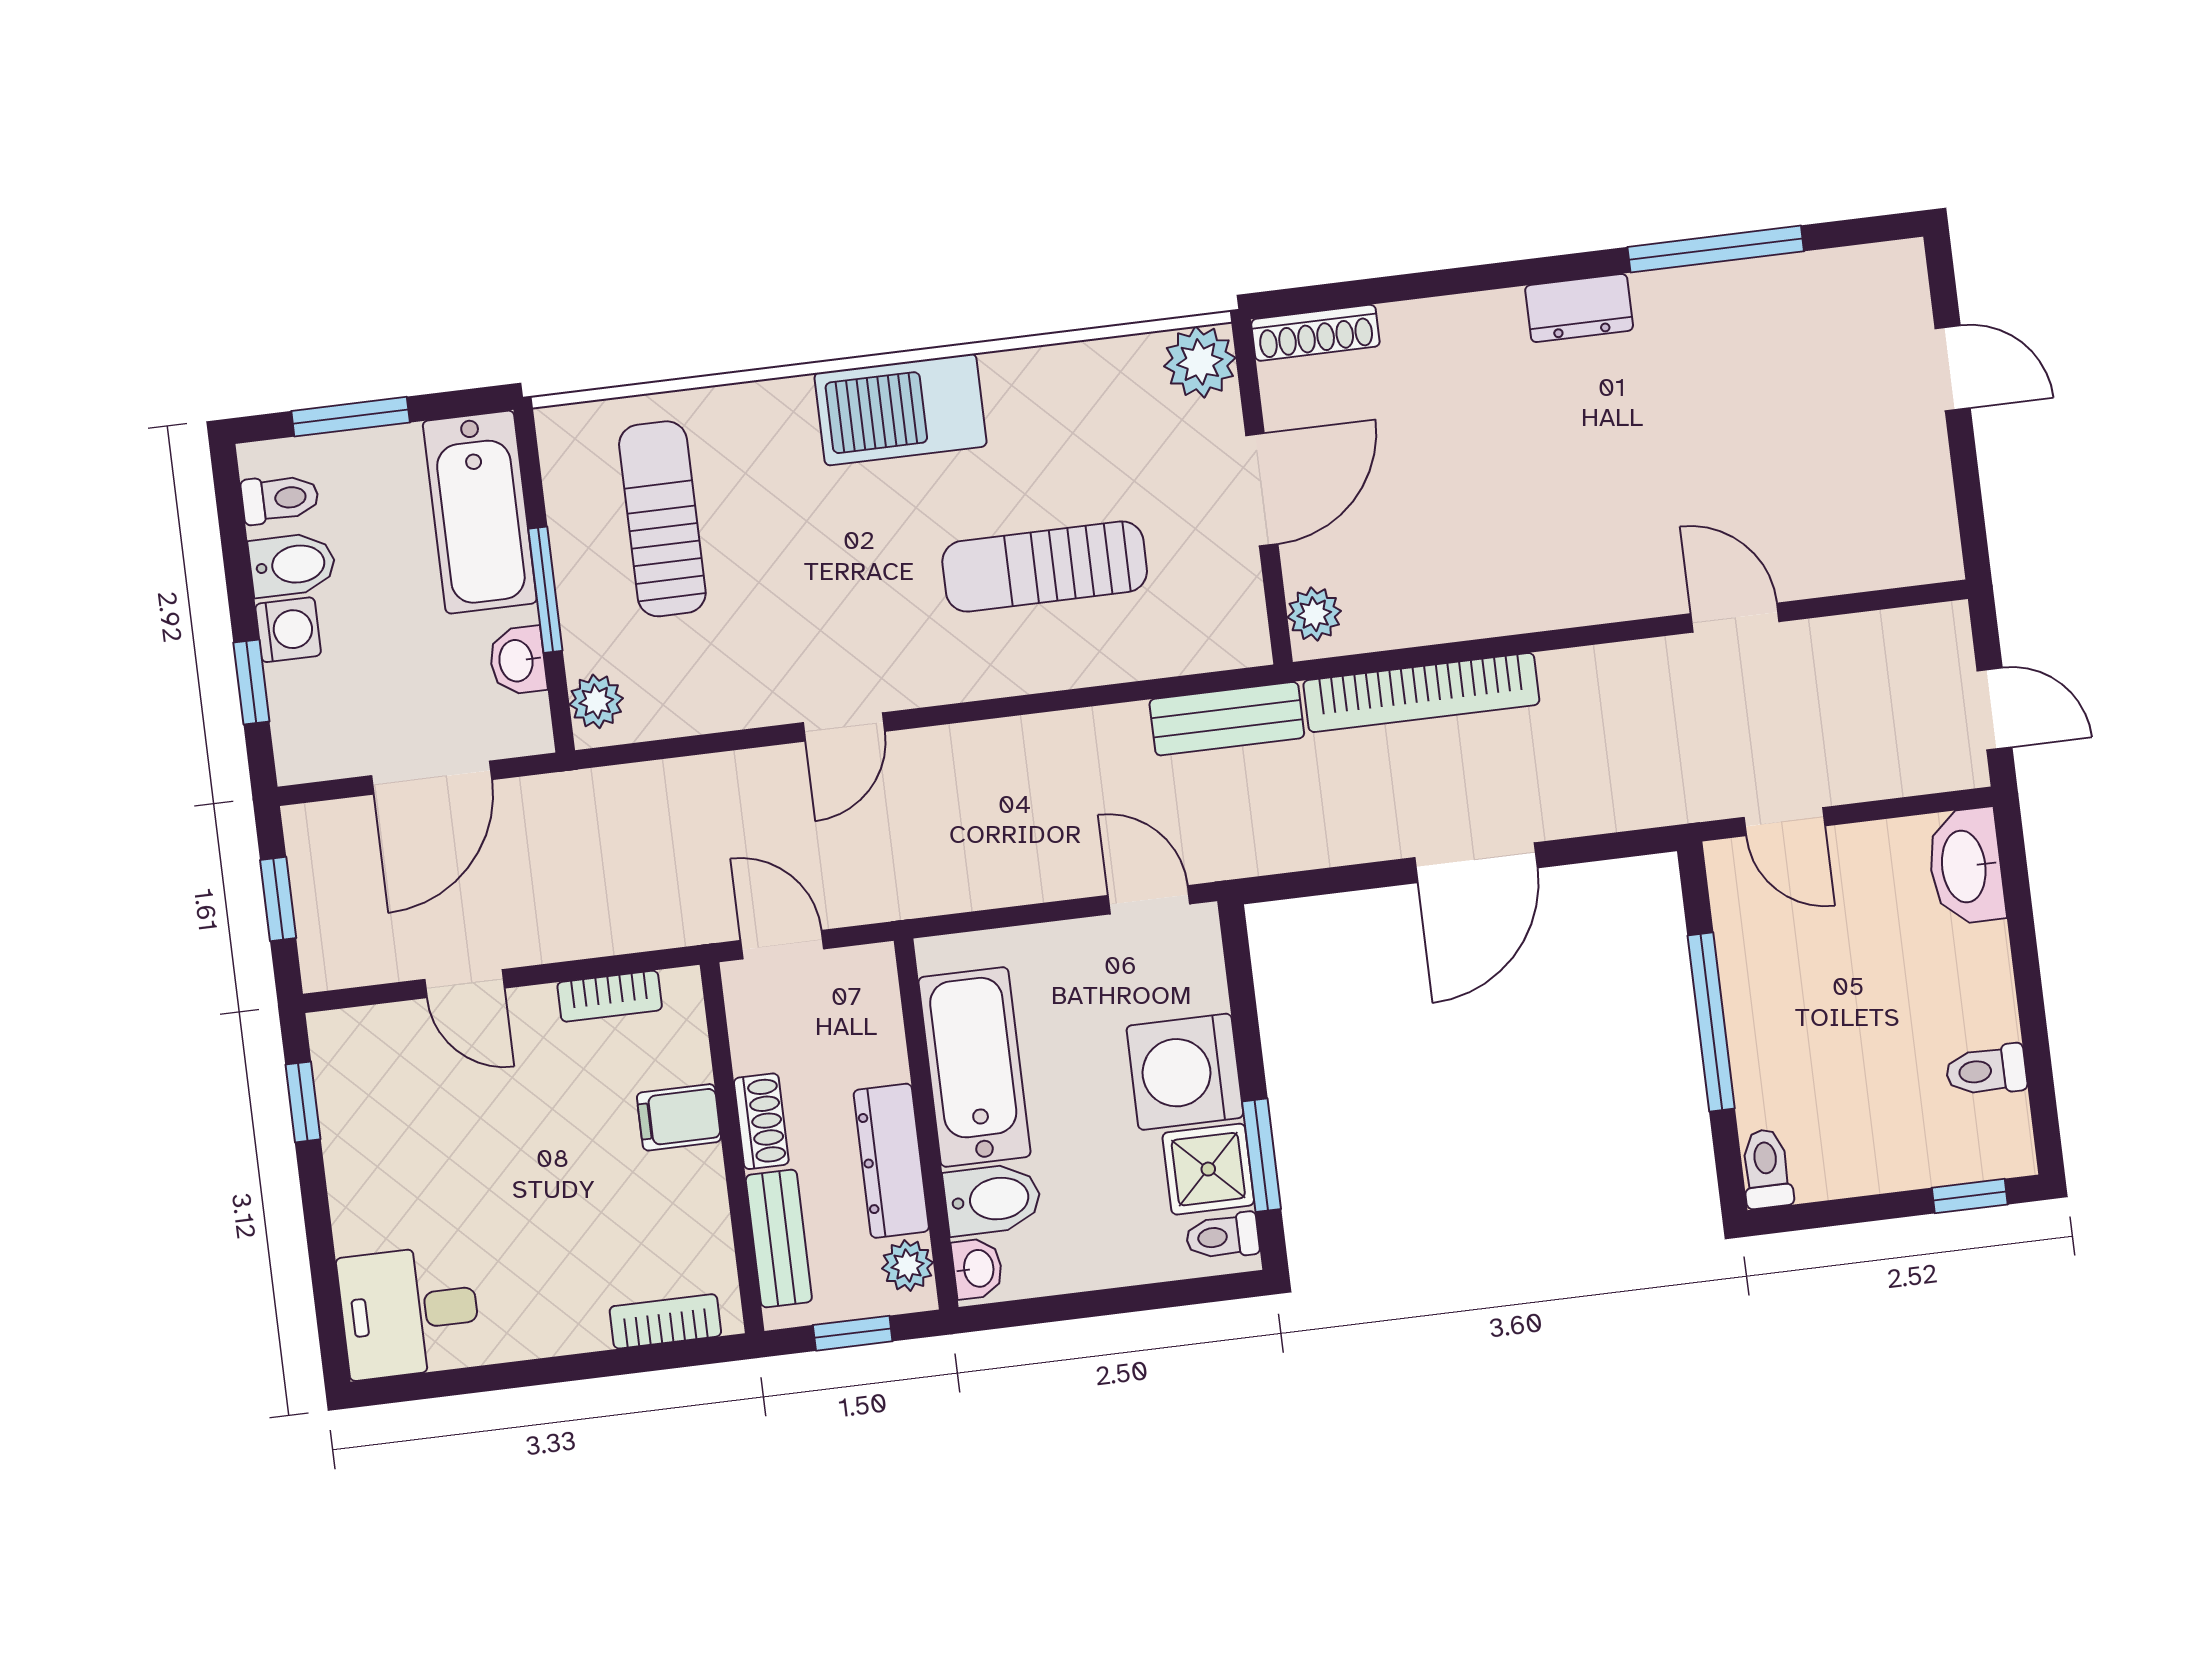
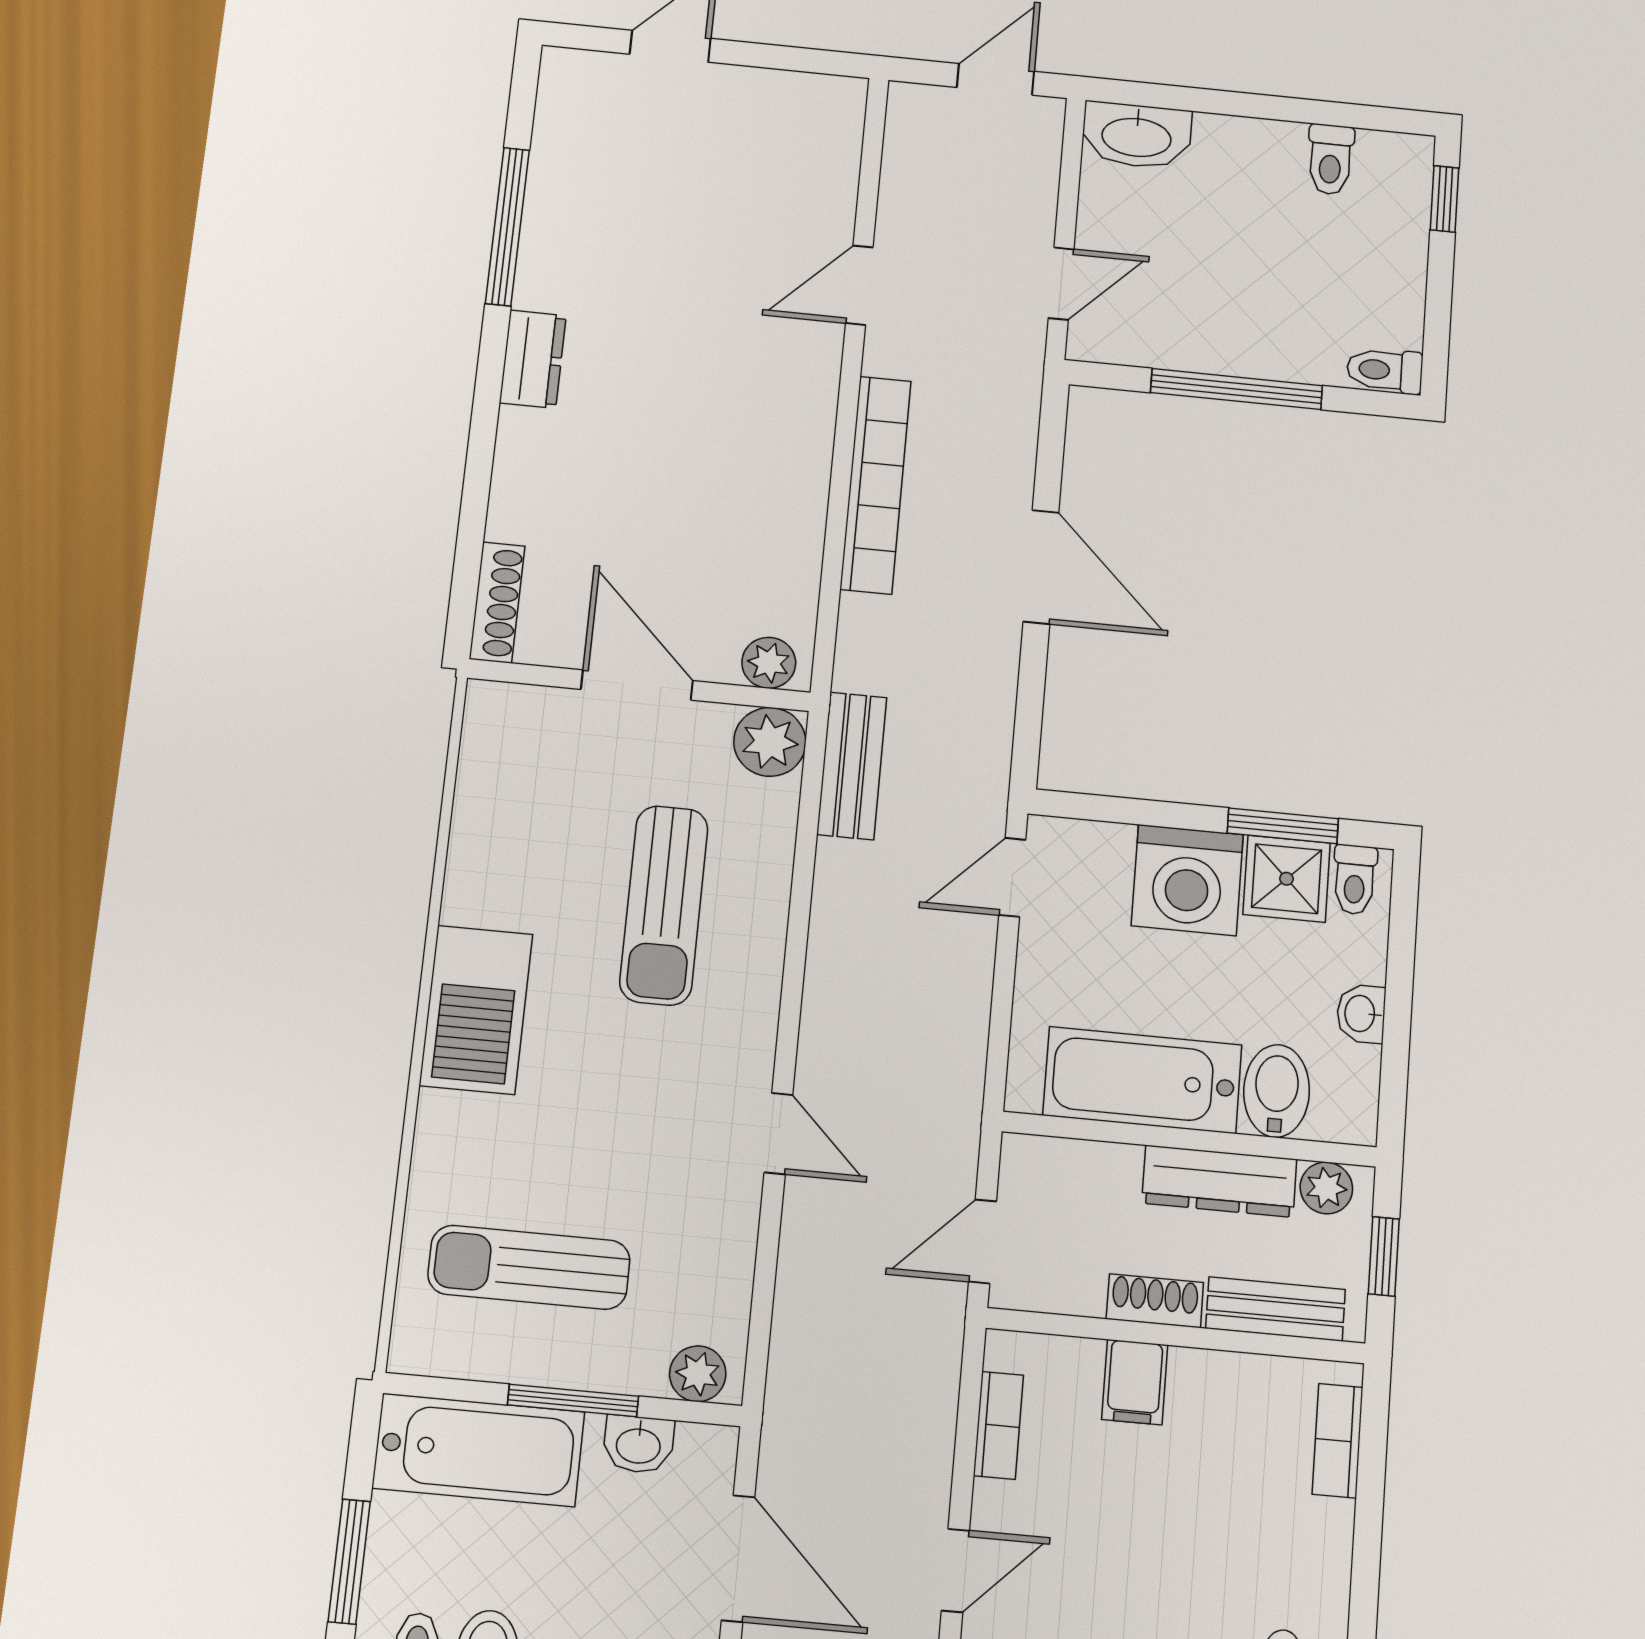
plant: (1200, 362) -> (770, 742), moved
bookcase: (1421, 693) -> (876, 485), moved
washbasin: (977, 1269) -> (1361, 1014), moved, turned -90

